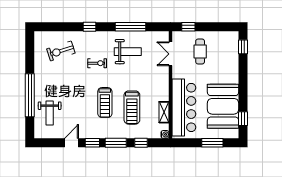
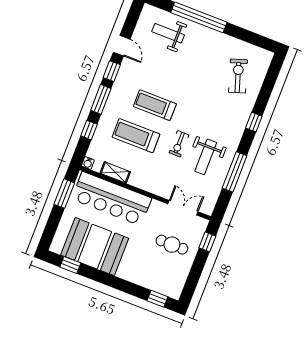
exercise bike: (97, 63) -> (179, 144), moved
window: (212, 143) -> (64, 194), moved

